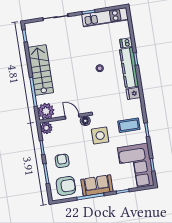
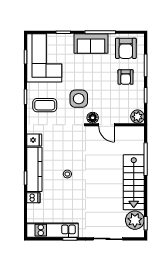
plant: (46, 111) -> (135, 220), moved
armchair: (66, 186) -> (126, 48), turned -90

